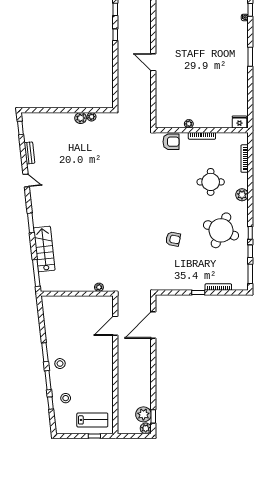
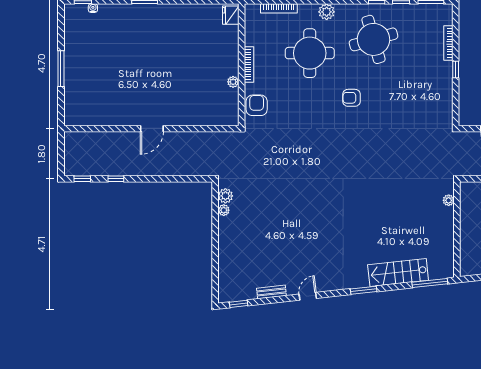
plant: (81, 118) -> (225, 196), moved
round table: (211, 182) -> (310, 53), width x1.36, depth x1.36
round table: (221, 230) -> (373, 39), turned -38
armchair: (173, 239) -> (351, 98), moved, turned -101

